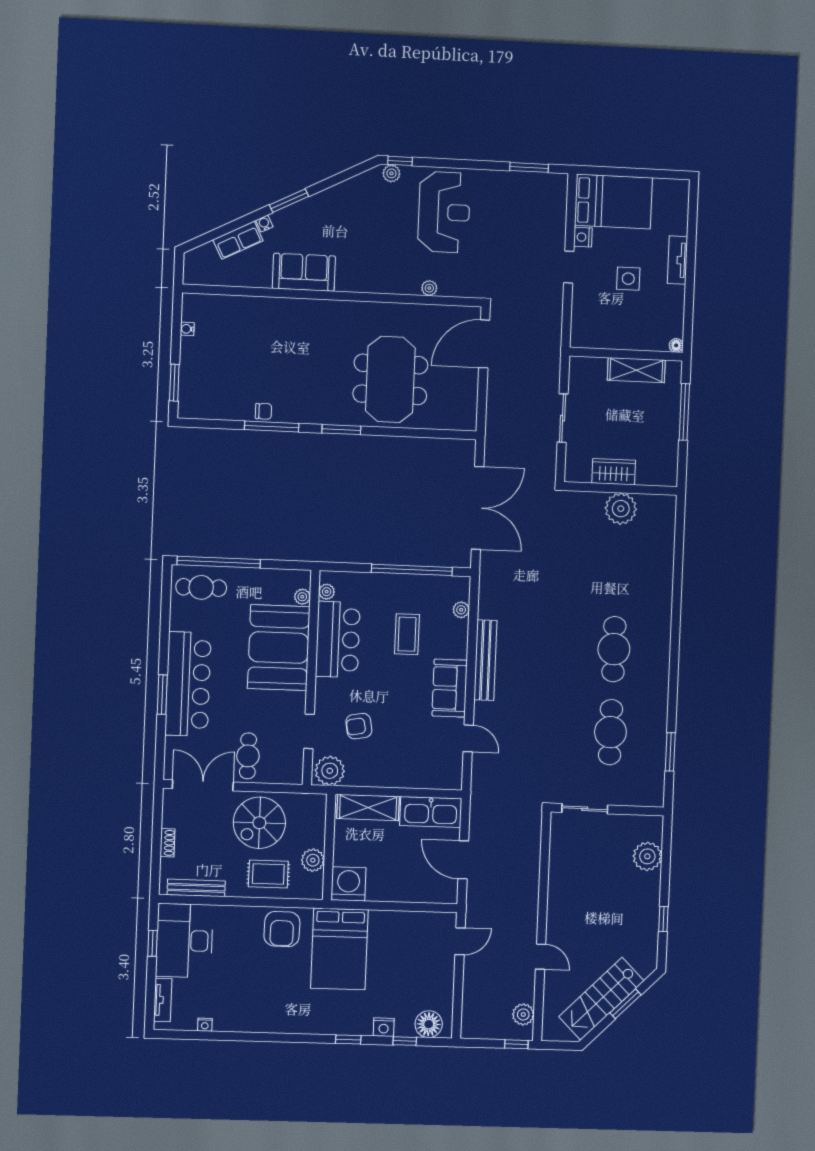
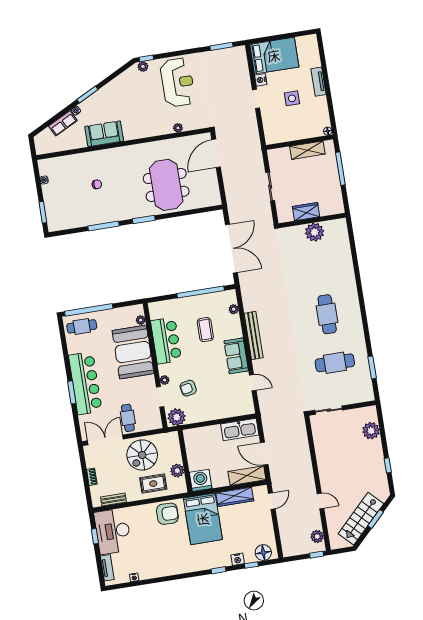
chair: (264, 411) -> (97, 184), moved
plant: (327, 592) -> (165, 380), moved
cafe table: (610, 732) -> (335, 363), turned 90
shelving: (368, 807) -> (247, 476), moved
bench: (196, 888) -> (113, 500), width x0.73
wardrobe: (400, 922) -> (235, 497), added
armchair: (282, 929) -> (167, 514), turned -90

